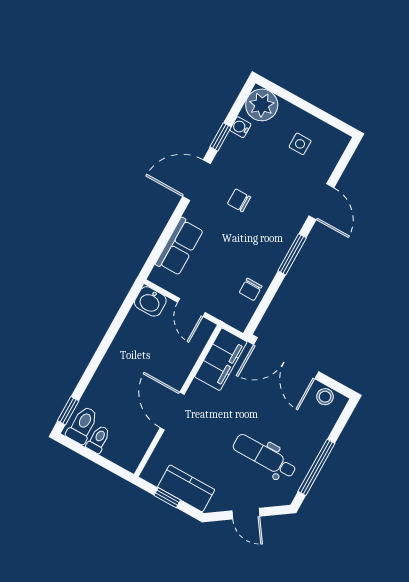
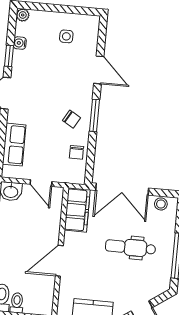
plant: (262, 105) -> (23, 15), width x0.53, depth x0.53
chair: (239, 200) -> (72, 119), moved, turned -150
door: (172, 411) -> (59, 261), hinge flipped
dental chair: (265, 456) -> (130, 247), moved

